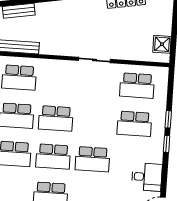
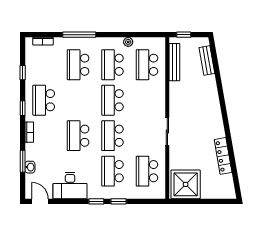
shower: (162, 44) -> (186, 184), width x1.86, depth x1.86
school desk: (53, 157) -> (113, 136), moved
desk: (147, 177) -> (70, 186), width x1.37

